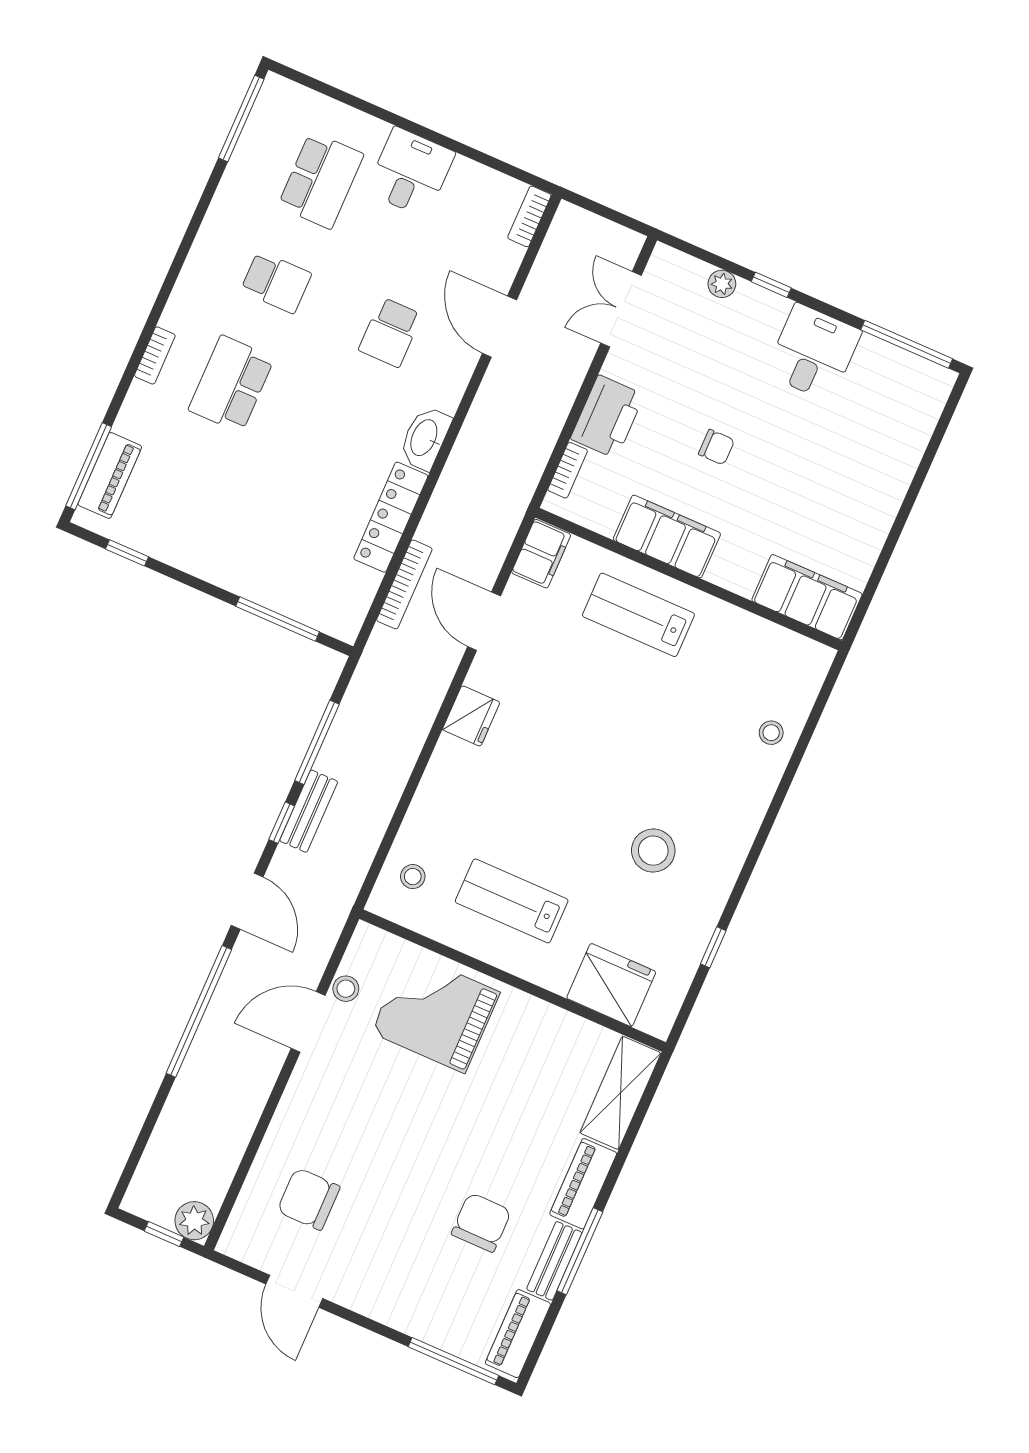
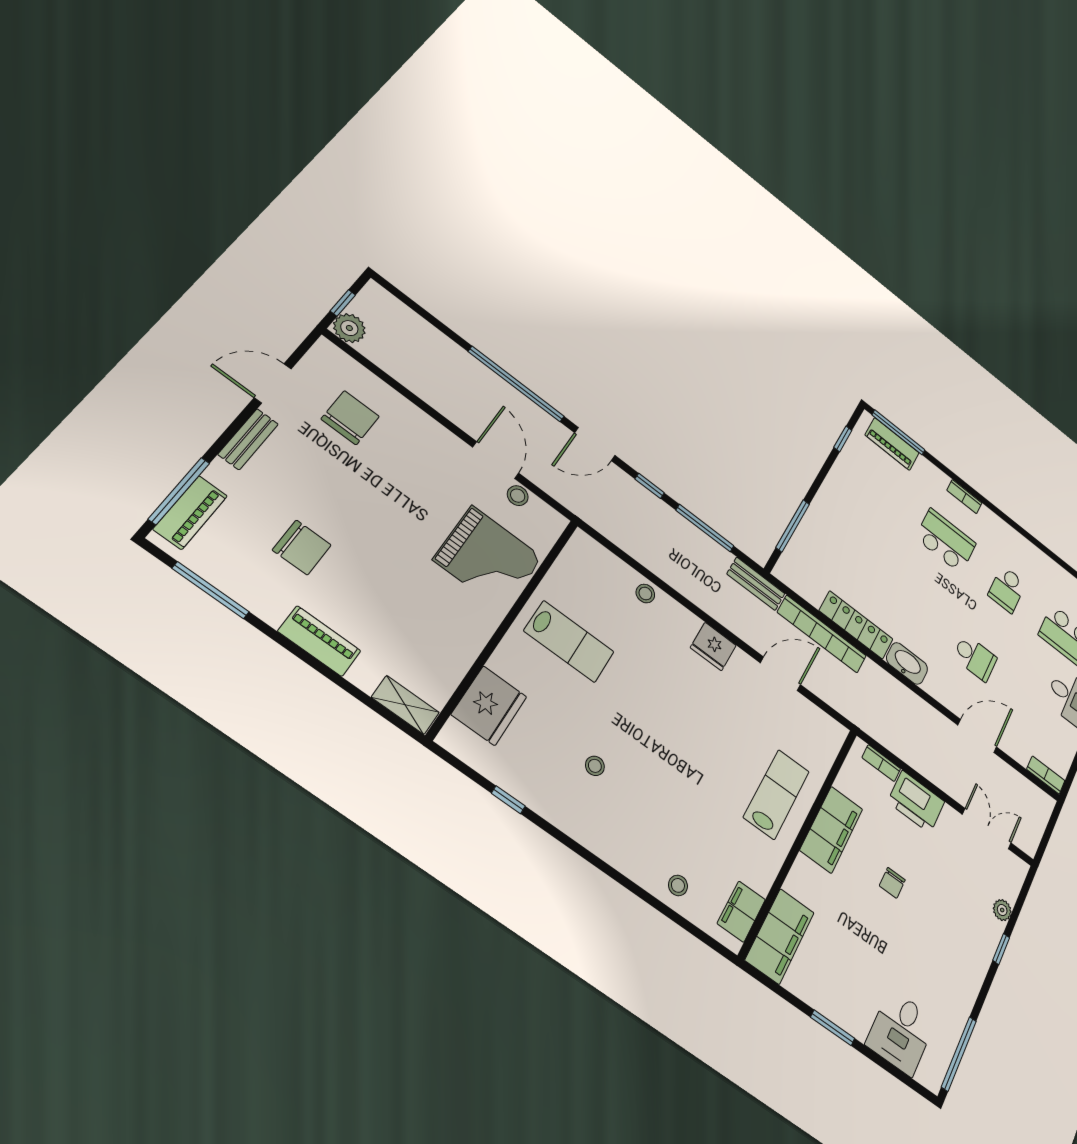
school desk: (390, 332) -> (975, 658), turned 180
desk: (813, 352) -> (901, 1032), moved, turned 90
window: (901, 520) -> (833, 1028), added
filing cabinet: (541, 554) -> (741, 911), moved, turned 90
bookcase: (404, 584) -> (822, 634), width x1.48, depth x1.31
bench: (309, 811) -> (756, 584), moved
stool: (653, 851) -> (595, 766), width x0.53, depth x0.53
stool: (413, 877) -> (645, 594), moved
lab bench: (512, 901) -> (569, 641), turned 90
grand piano: (435, 1012) -> (488, 558), turned 90
shelving: (620, 1093) -> (405, 705), width x0.67, depth x0.75
window: (580, 1251) -> (211, 590), moved
bench: (554, 1261) -> (248, 439), moved, turned 90
piano: (518, 1334) -> (190, 512), moved, turned 90

